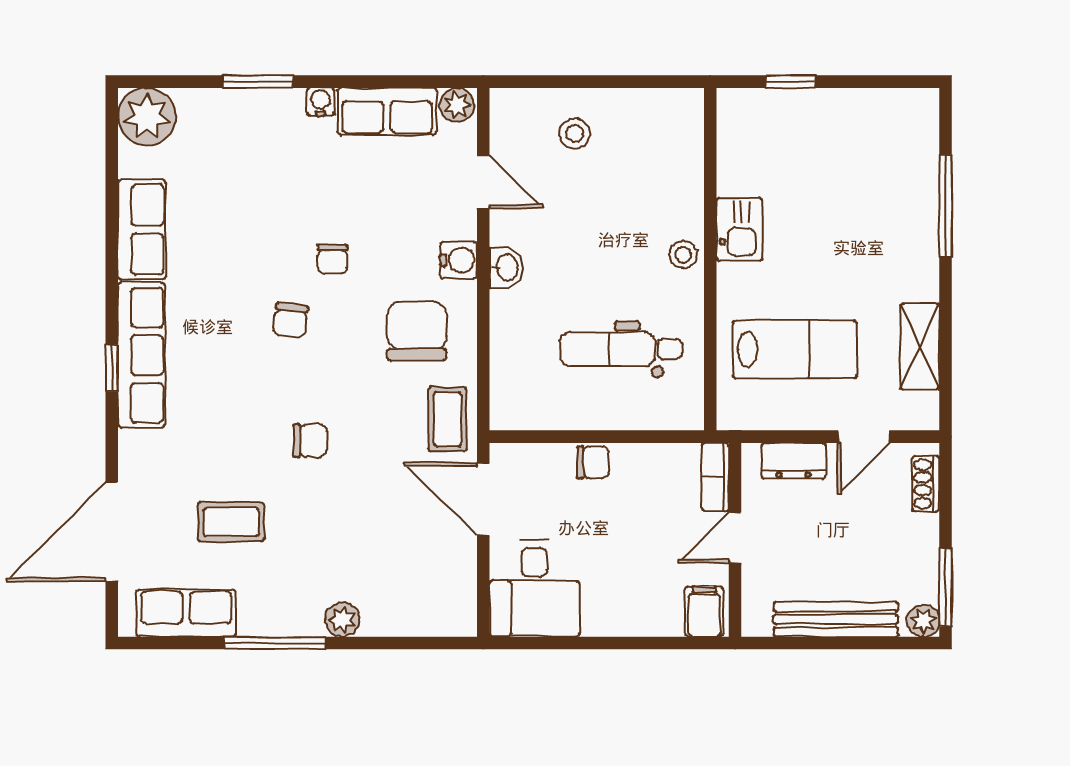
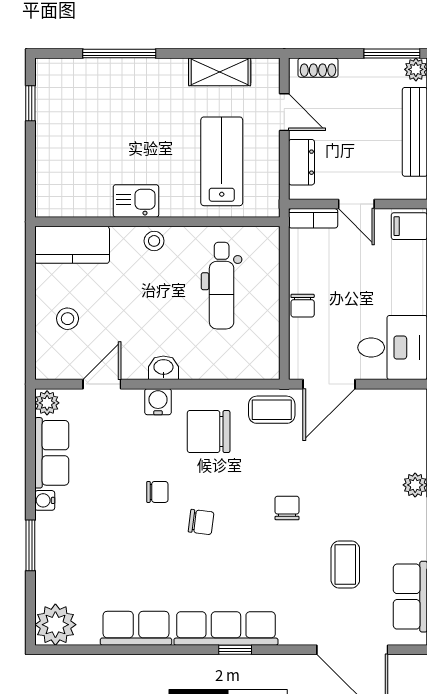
window: (791, 82) -> (30, 103), moved
kitchen counter: (678, 140) -> (72, 245), added
chair: (593, 462) -> (303, 306), turned 180

